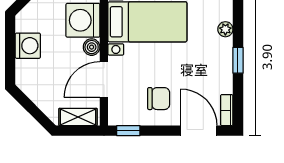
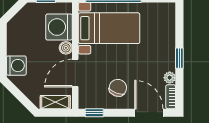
plant: (225, 29) -> (170, 78), moved
washing machine: (28, 46) -> (16, 66), moved
chair: (159, 99) -> (118, 88), turned -69

